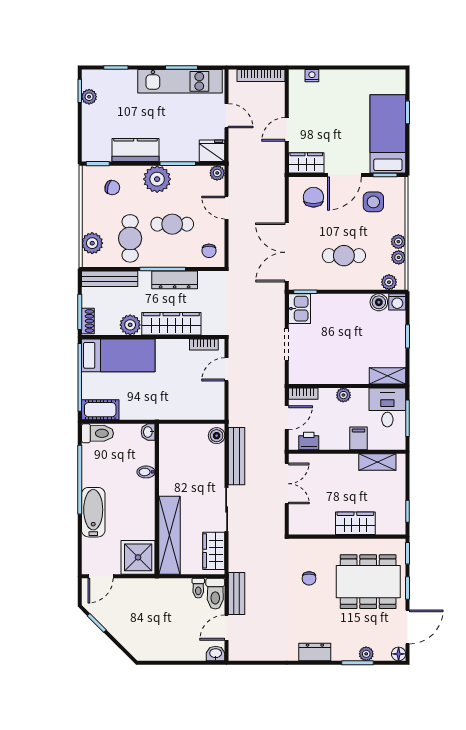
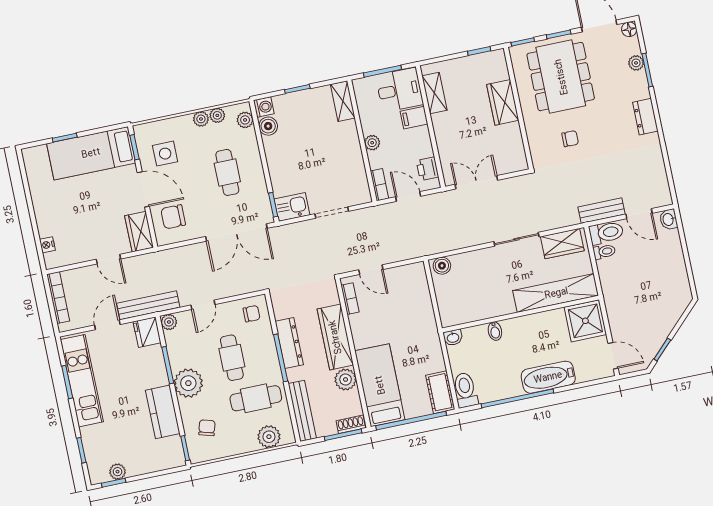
desk: (387, 407) -> (399, 90), moved, turned 180
bench: (237, 456) -> (148, 305), moved

